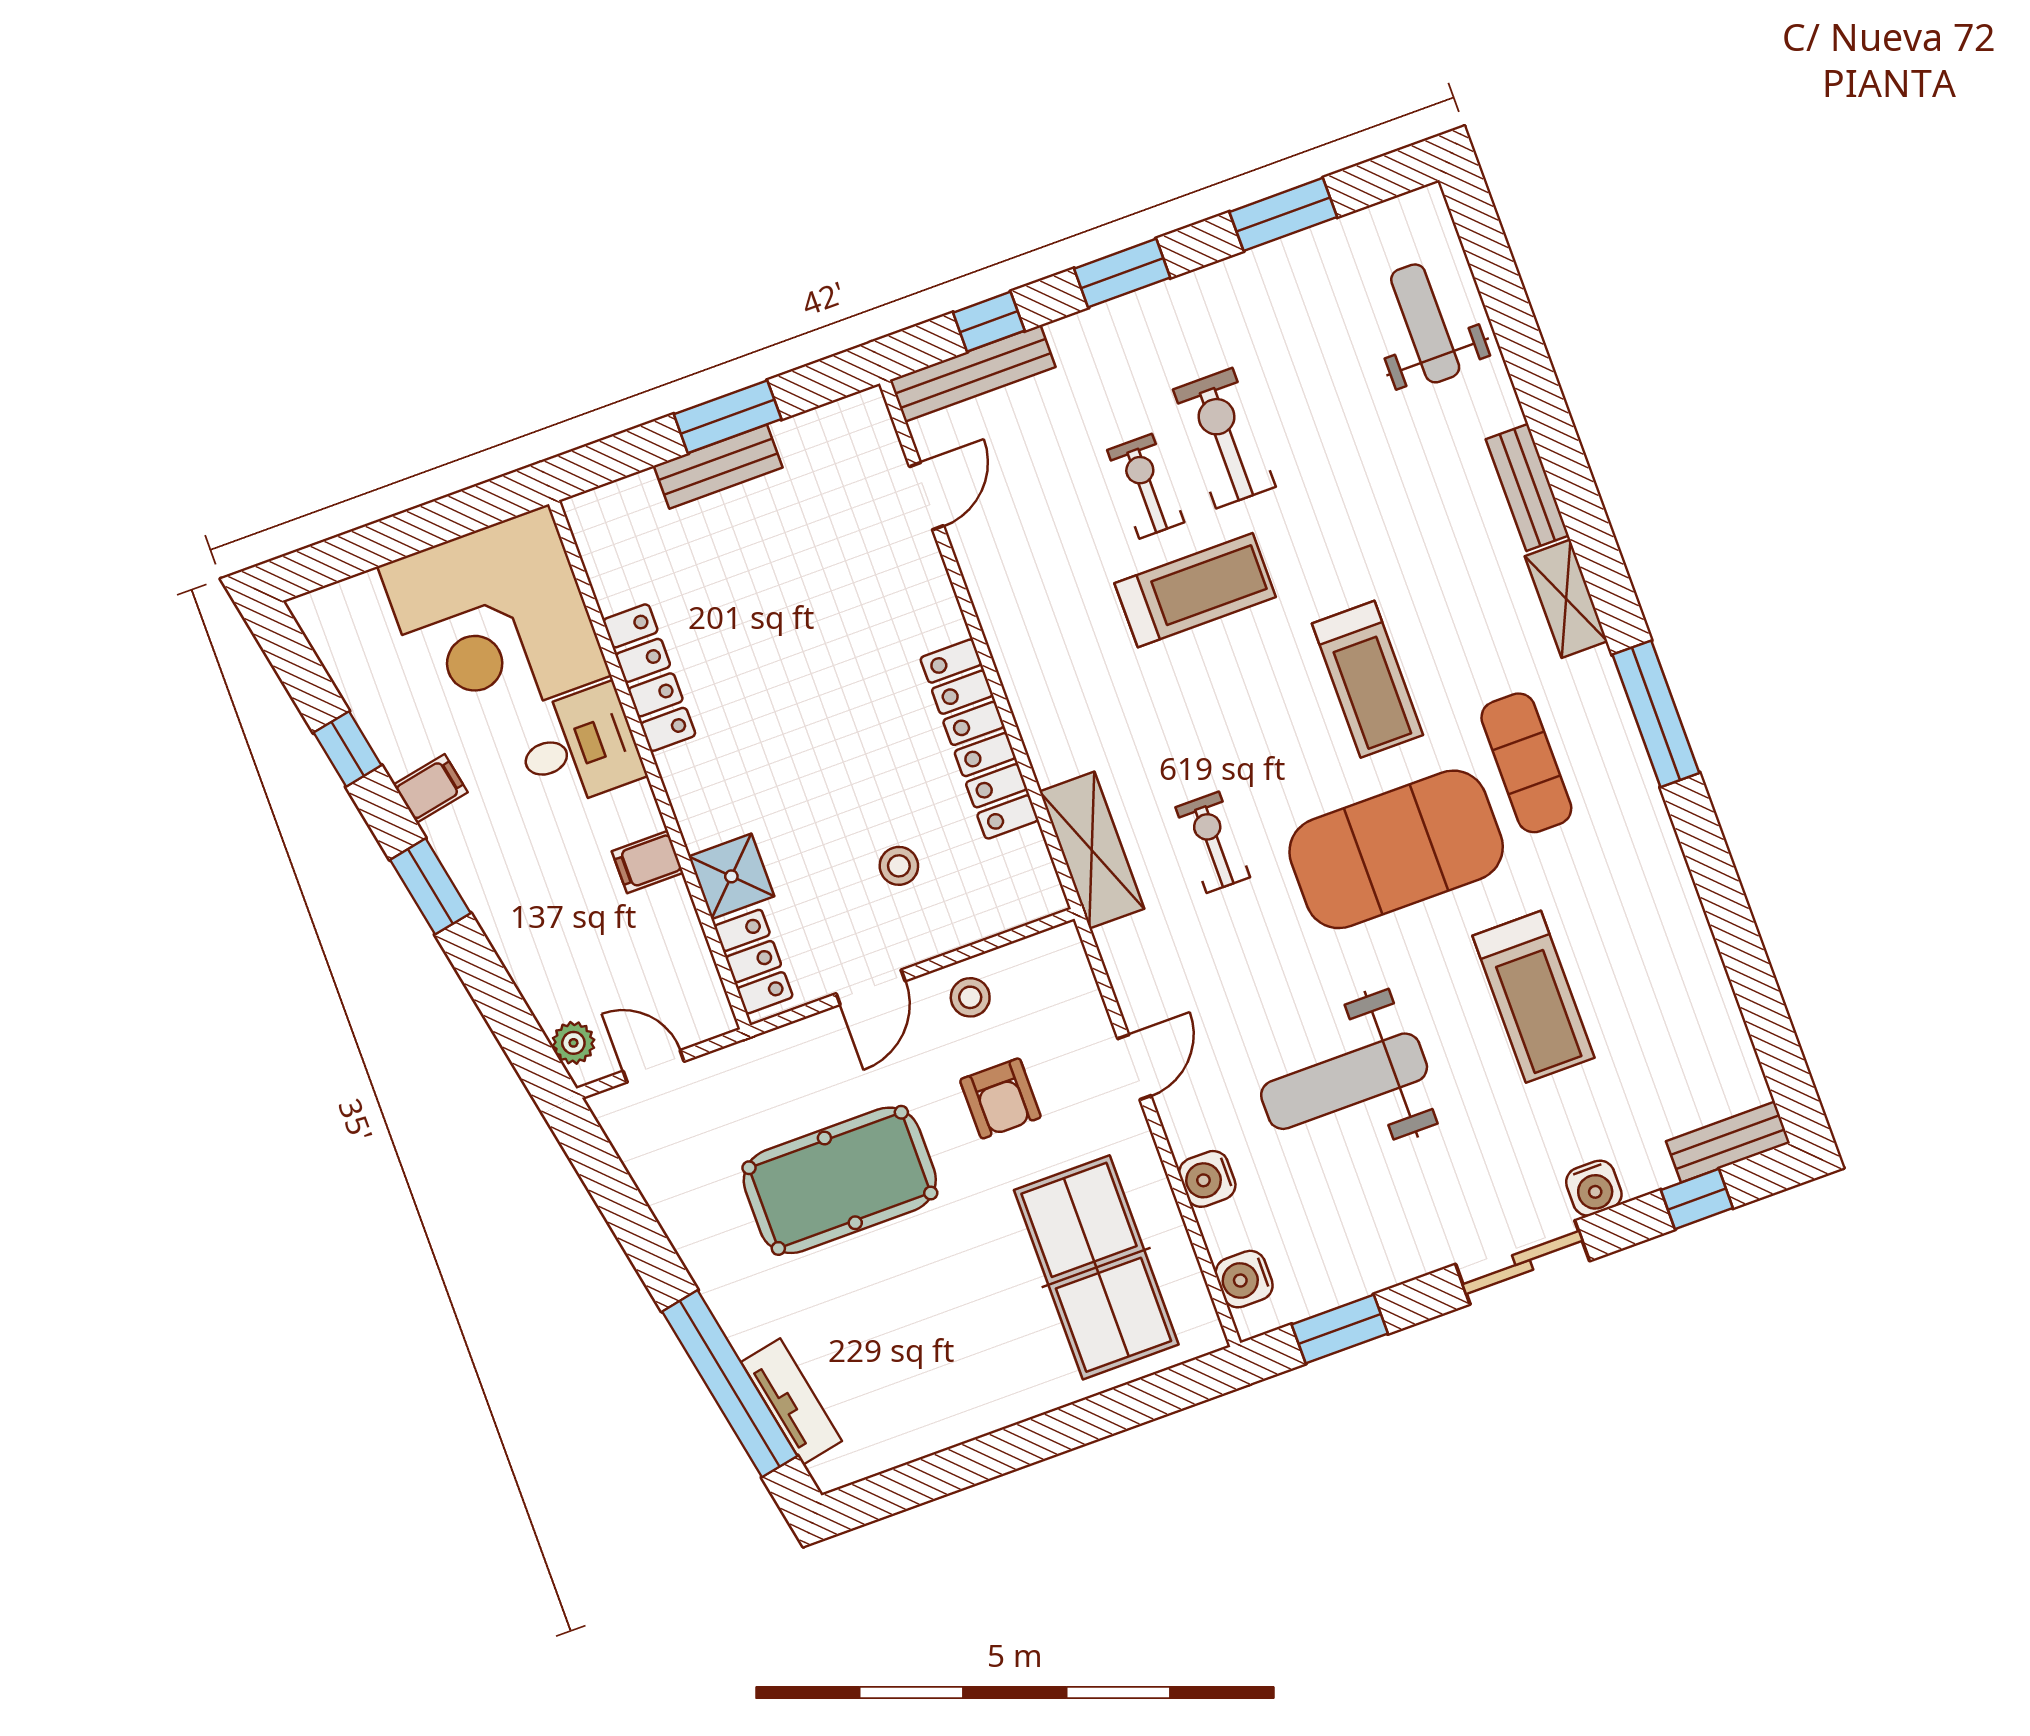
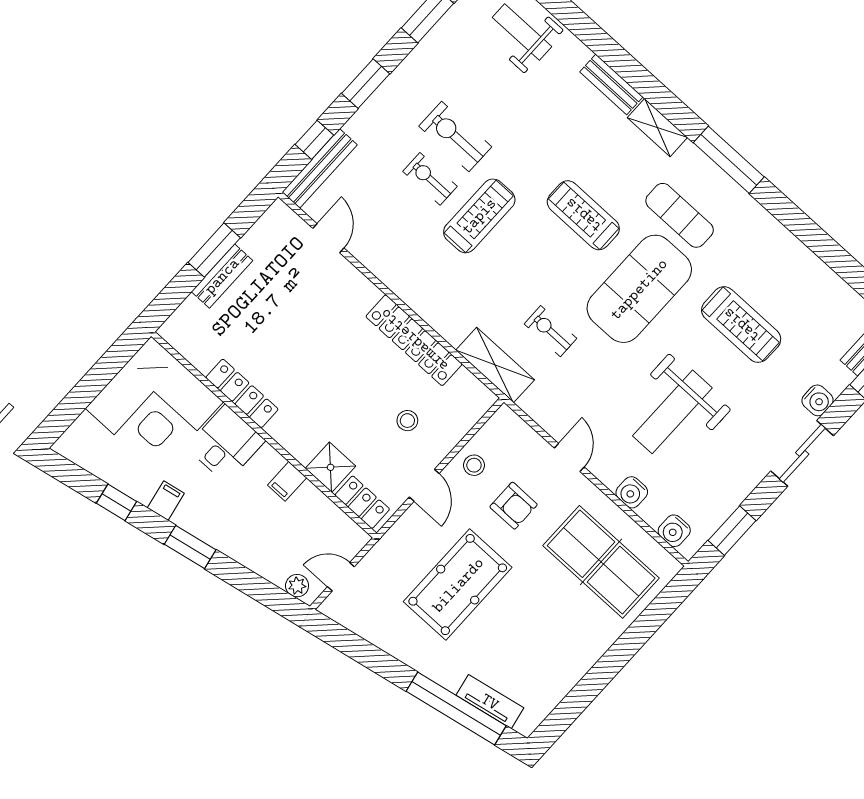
treadmill: (1367, 679) -> (583, 215), turned 180

